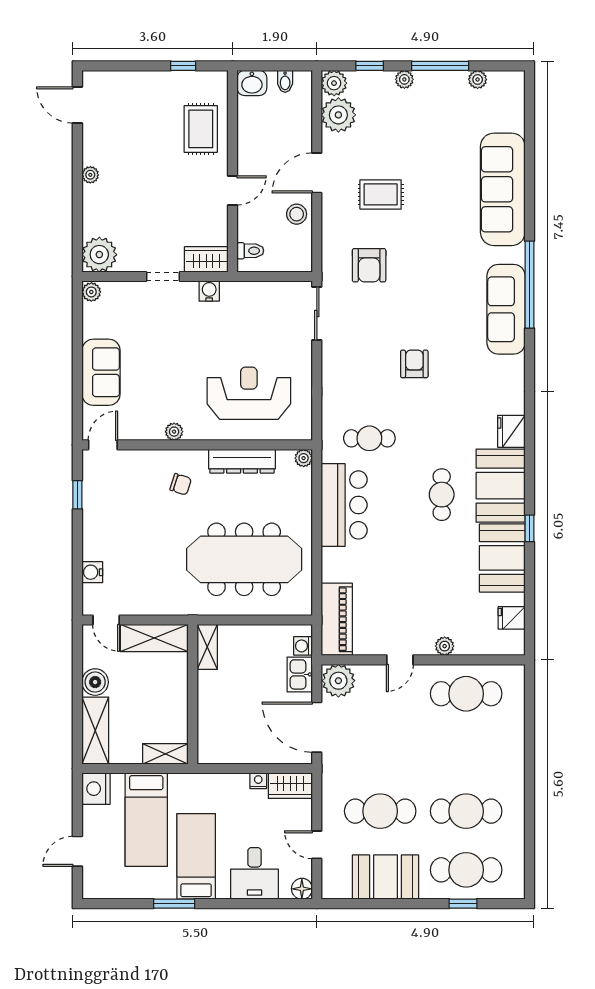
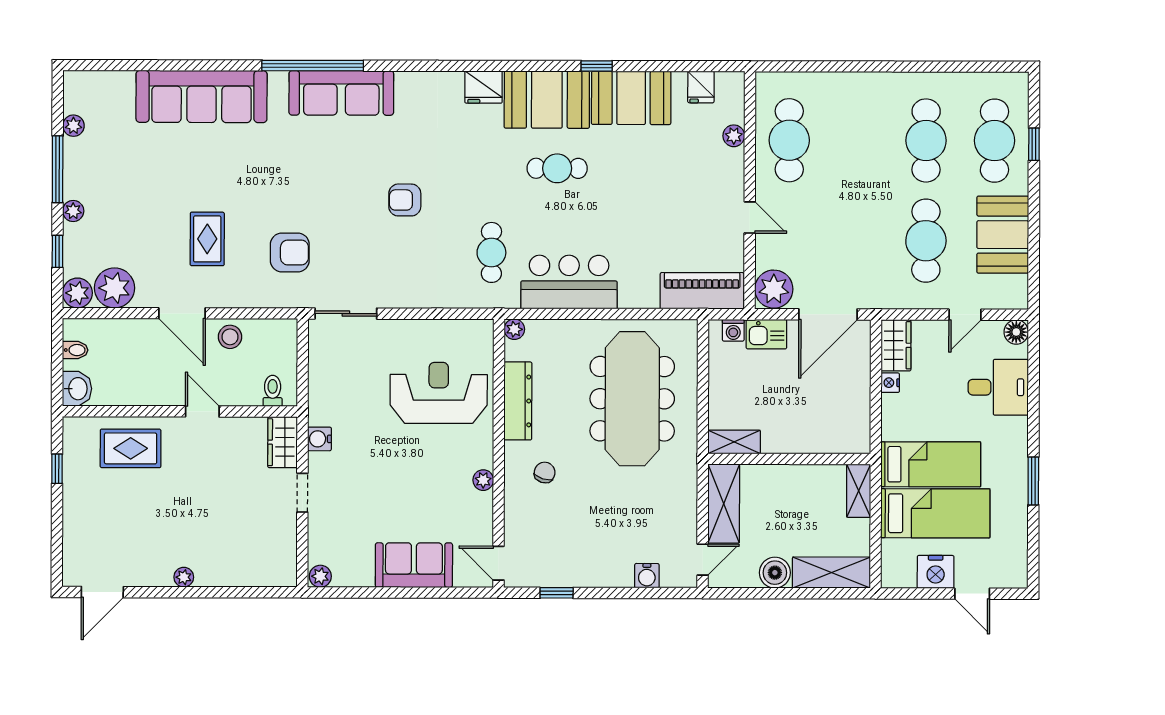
plant: (99, 255) -> (277, 567), removed
reception desk: (249, 393) -> (439, 393), turned 90
plant: (445, 646) -> (734, 136), moved
nightstand: (96, 789) -> (936, 572), moved
bed: (196, 856) -> (931, 464), moved, turned 180

